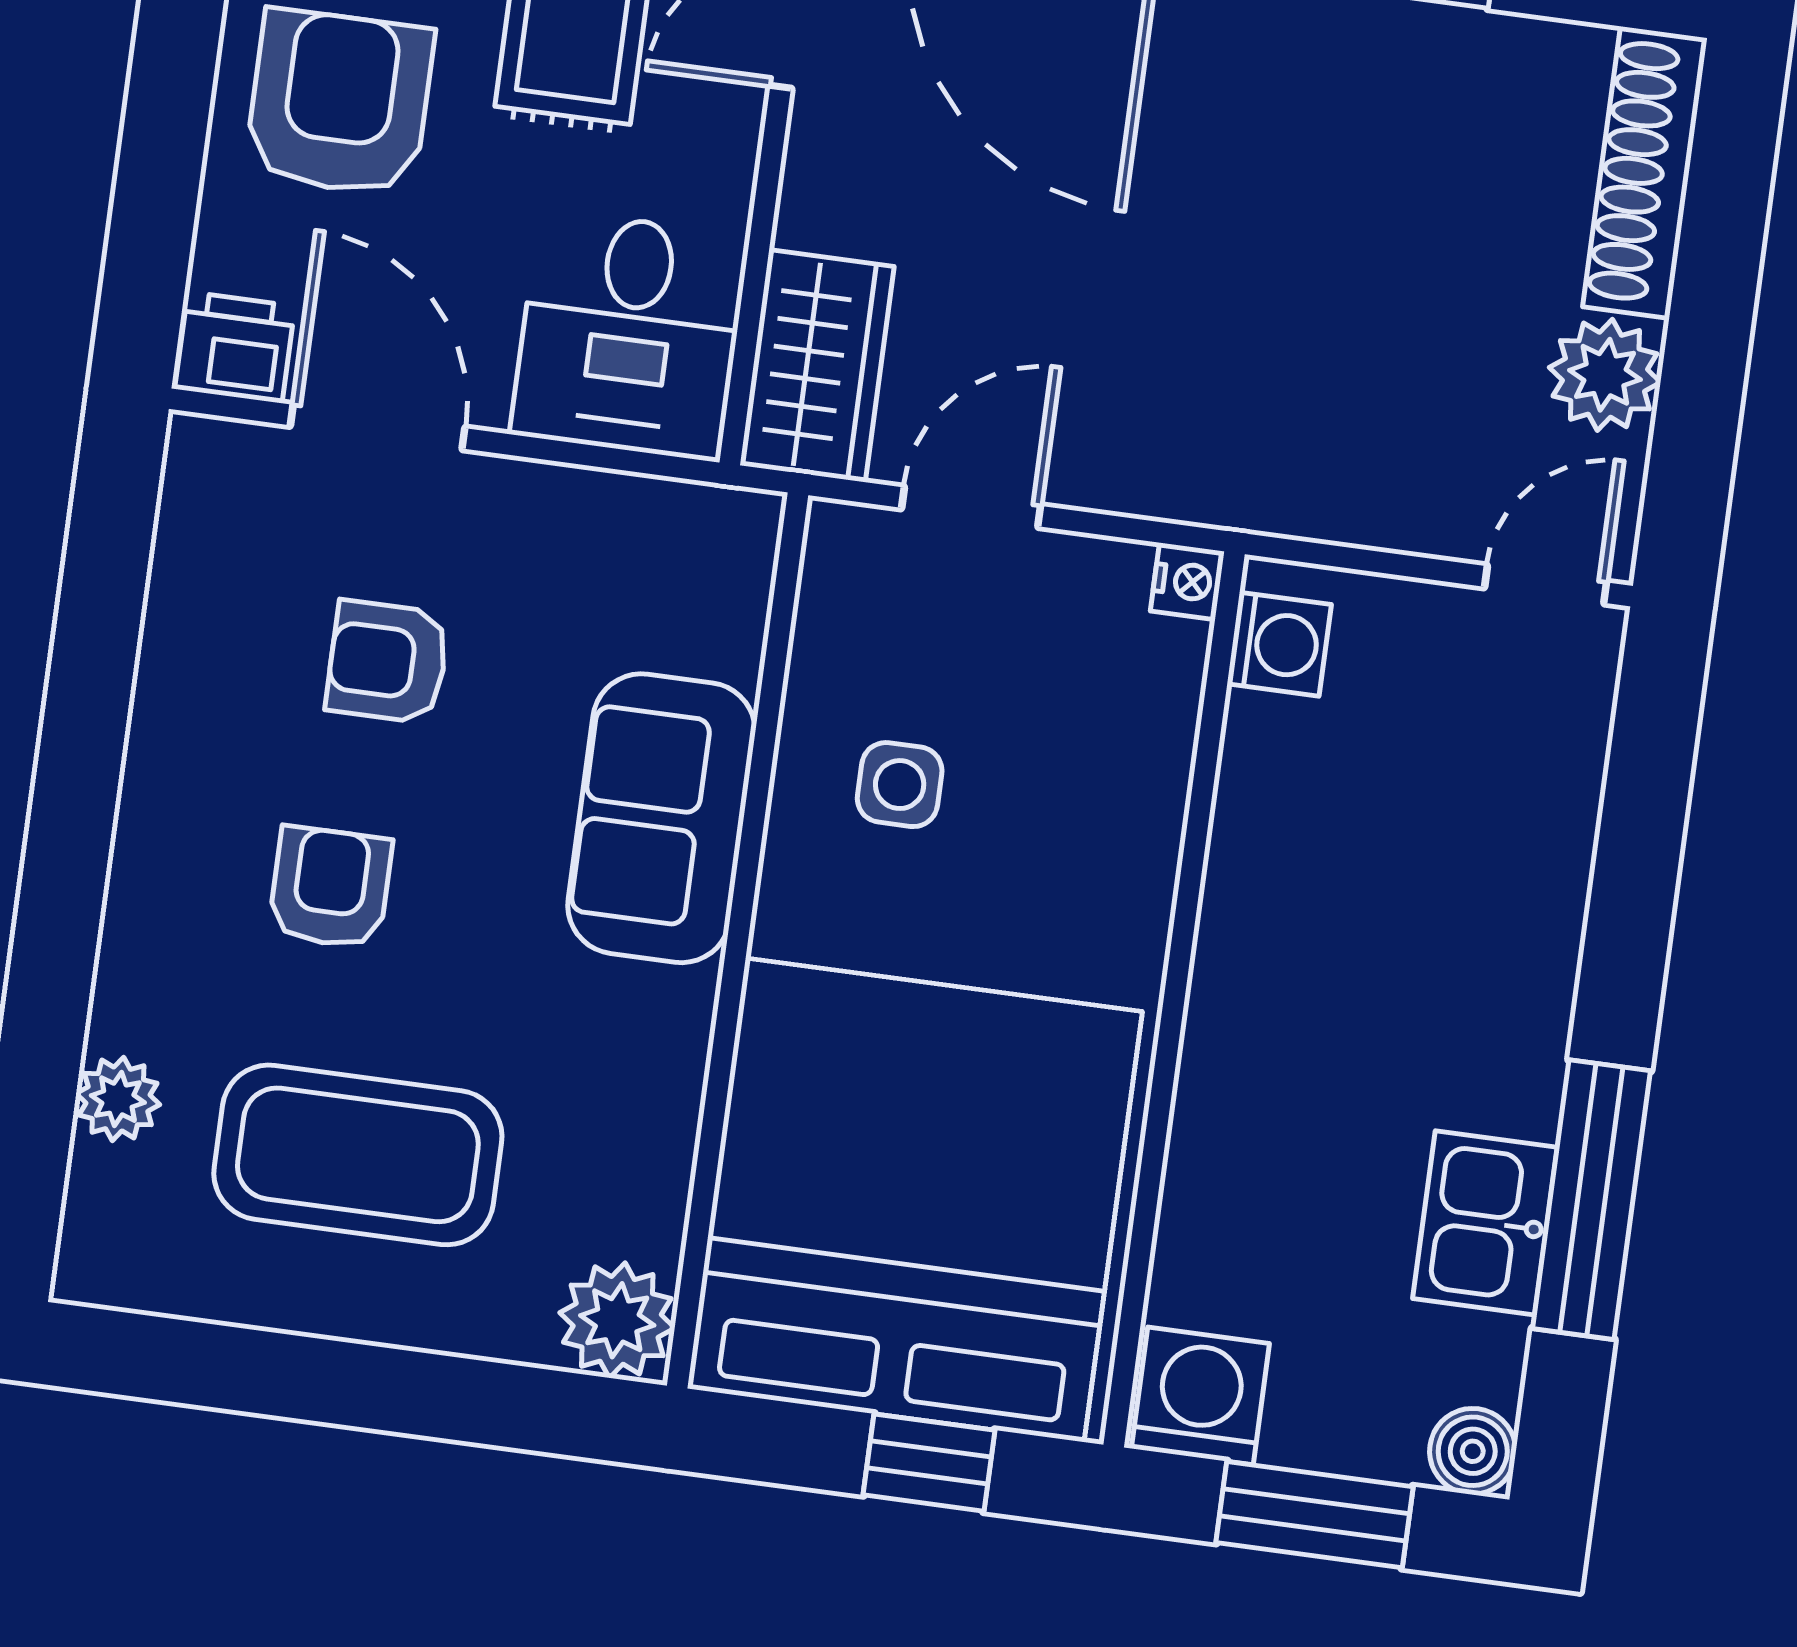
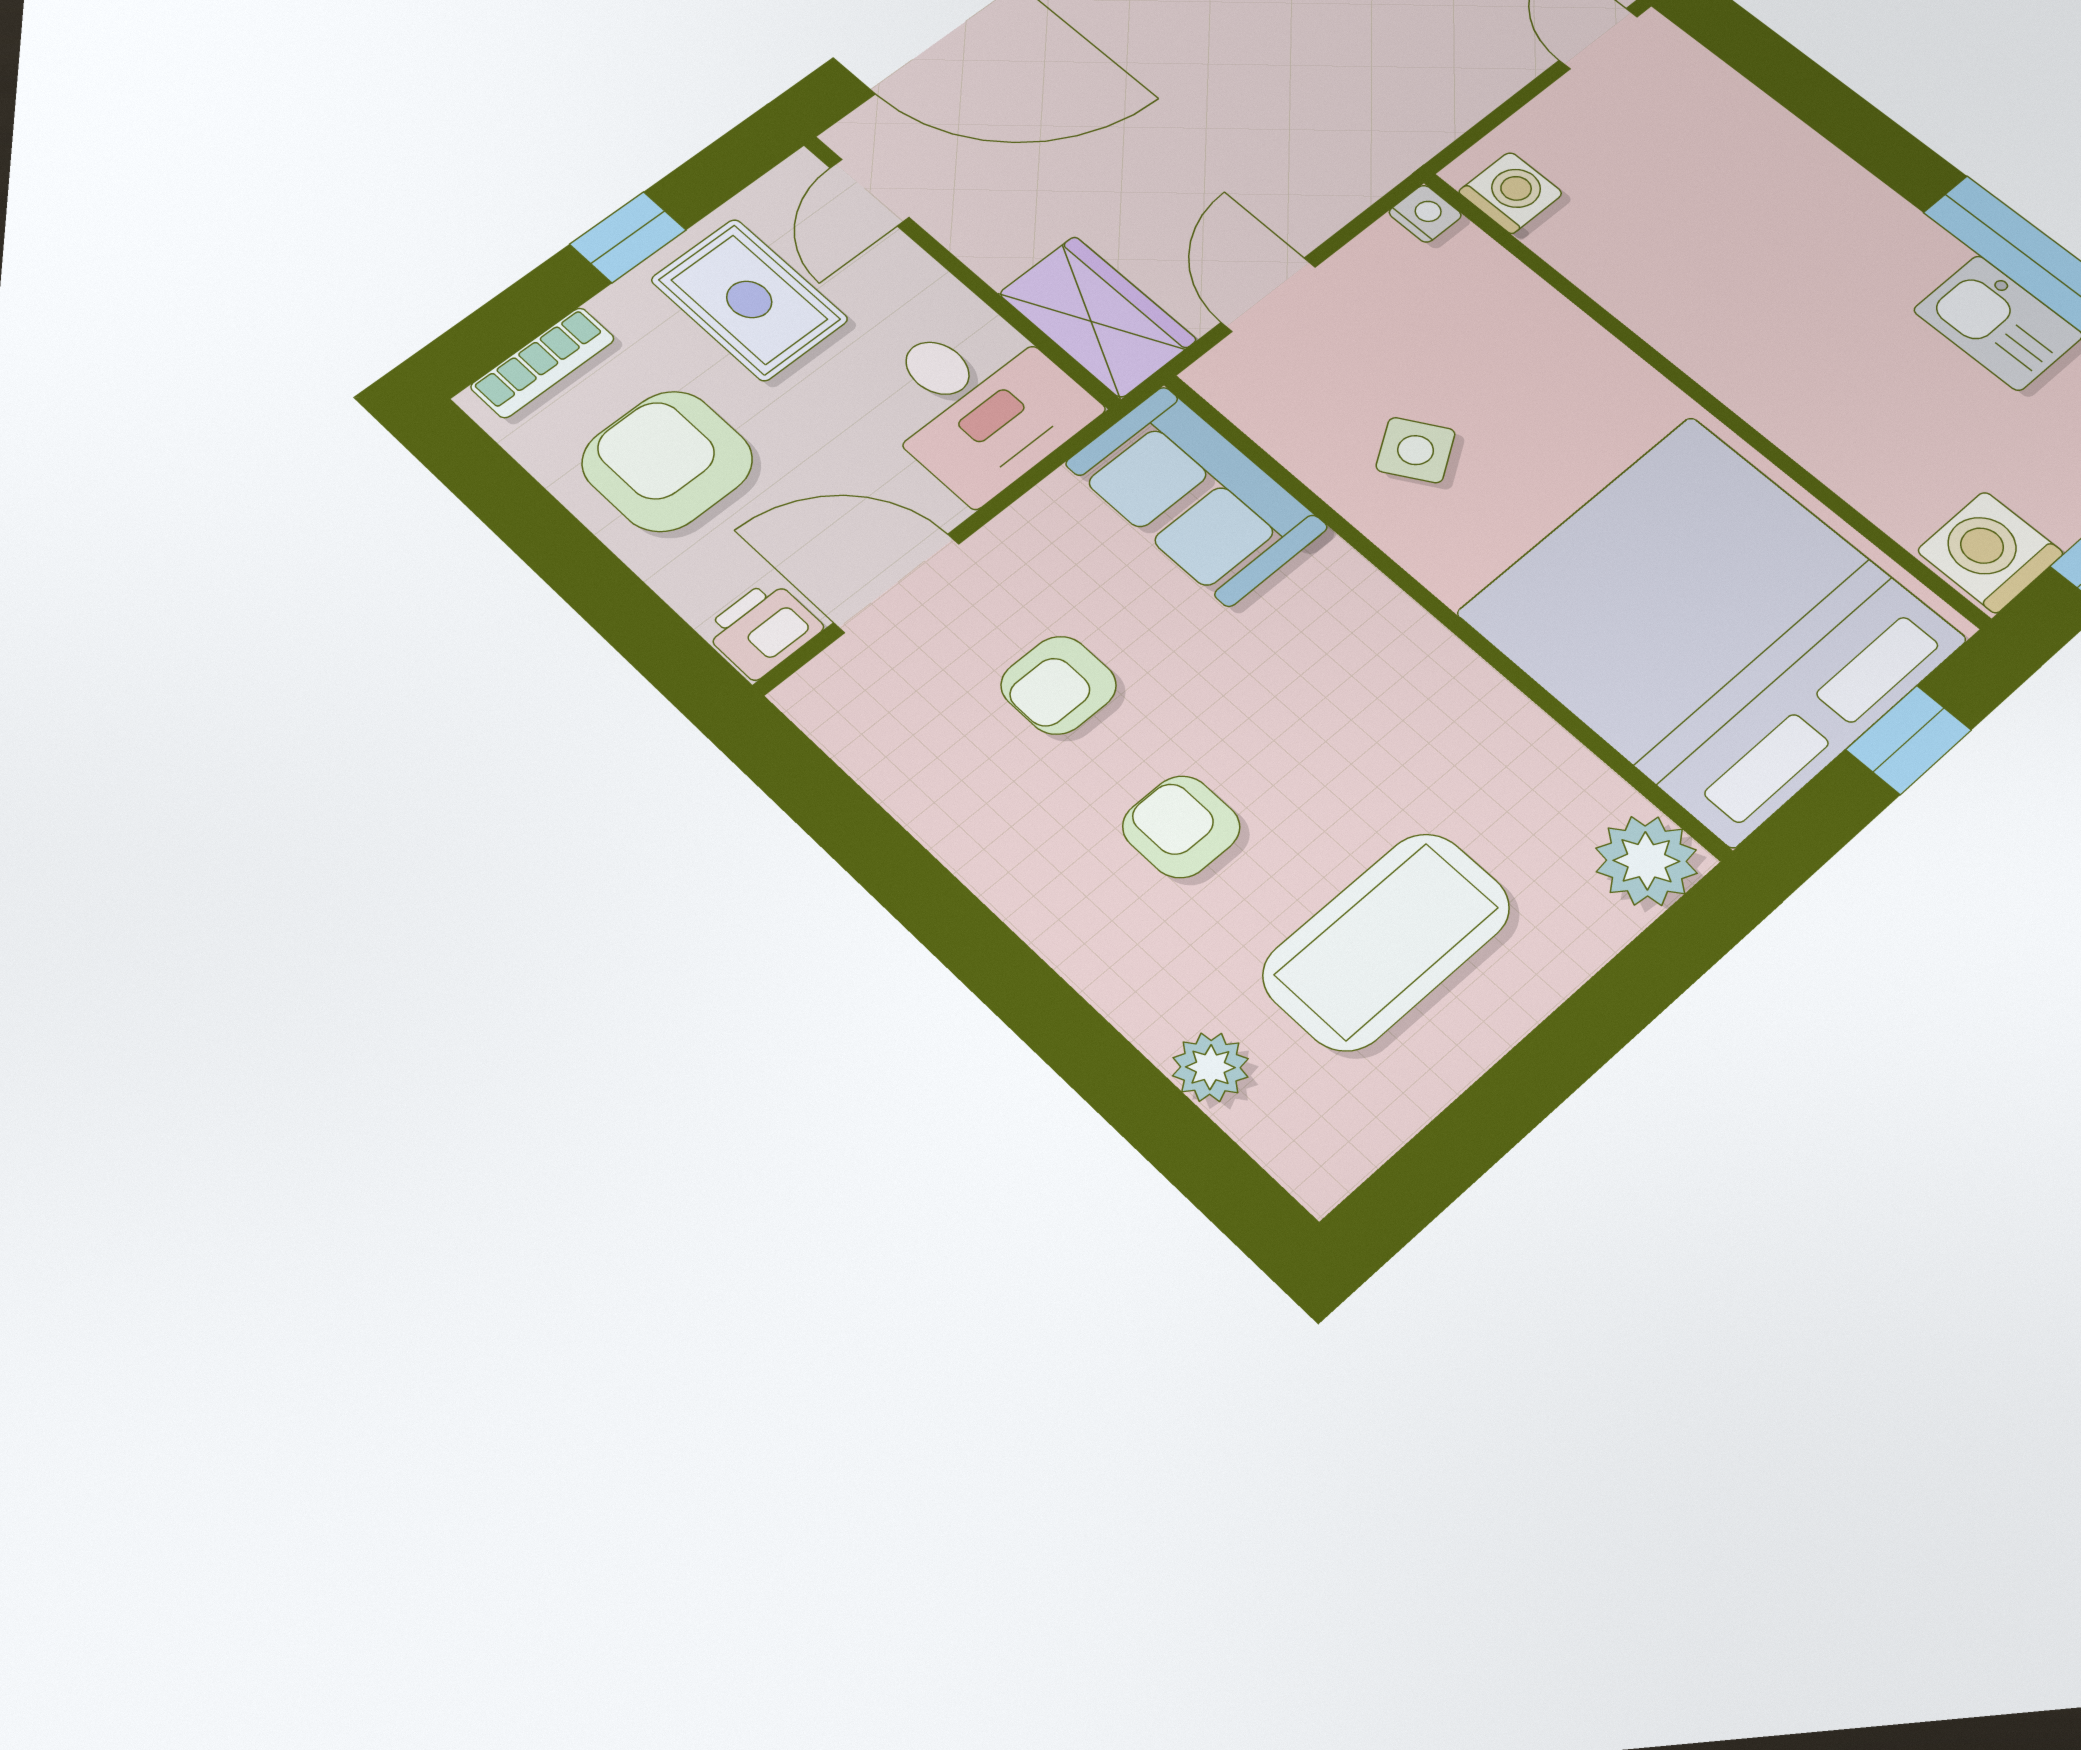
side table: (900, 785) -> (1416, 450), turned -32
sofa: (661, 818) -> (1196, 495), moved

